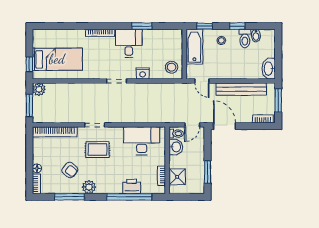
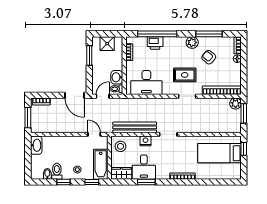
wardrobe: (171, 36) -> (121, 173), added
desk: (129, 43) -> (144, 167), moved
plant: (39, 89) -> (236, 104), moved
bench: (241, 89) -> (135, 127), moved
shower: (177, 177) -> (107, 44), moved

